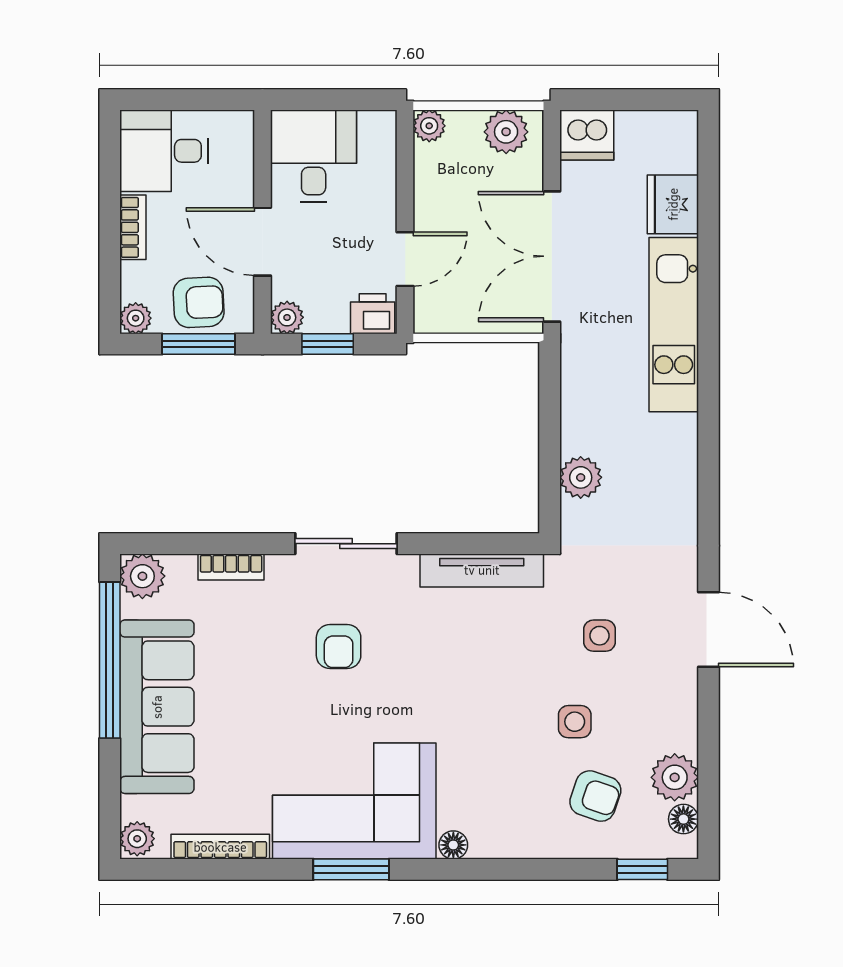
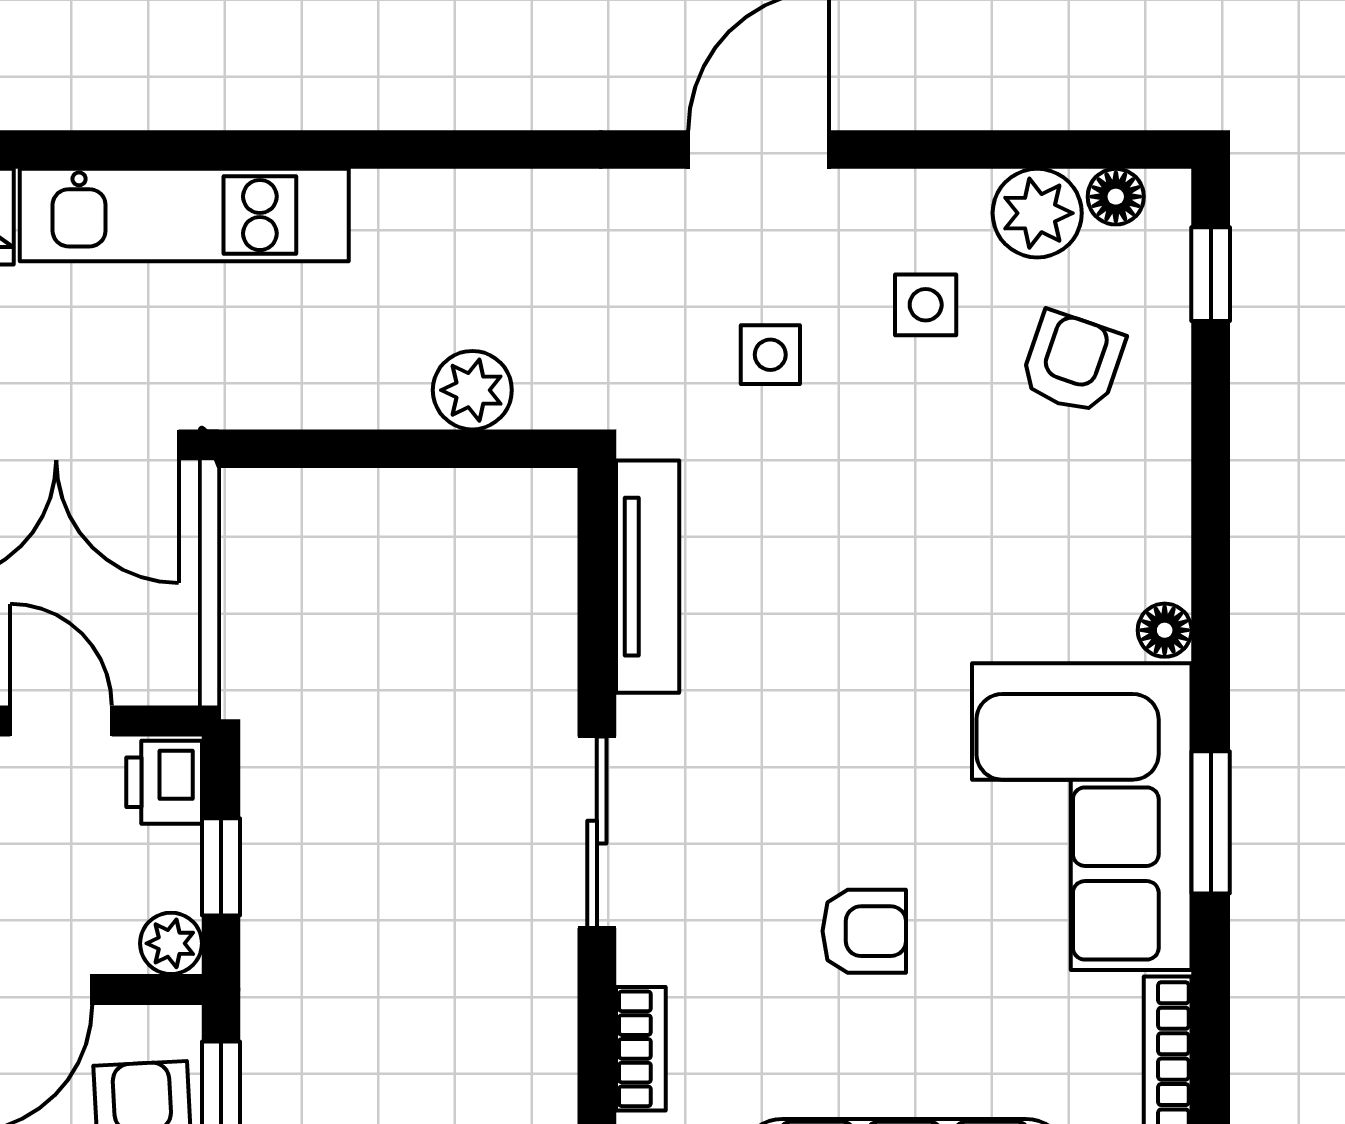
armchair: (339, 646) -> (864, 931), moved
side table: (575, 722) -> (926, 305), moved

